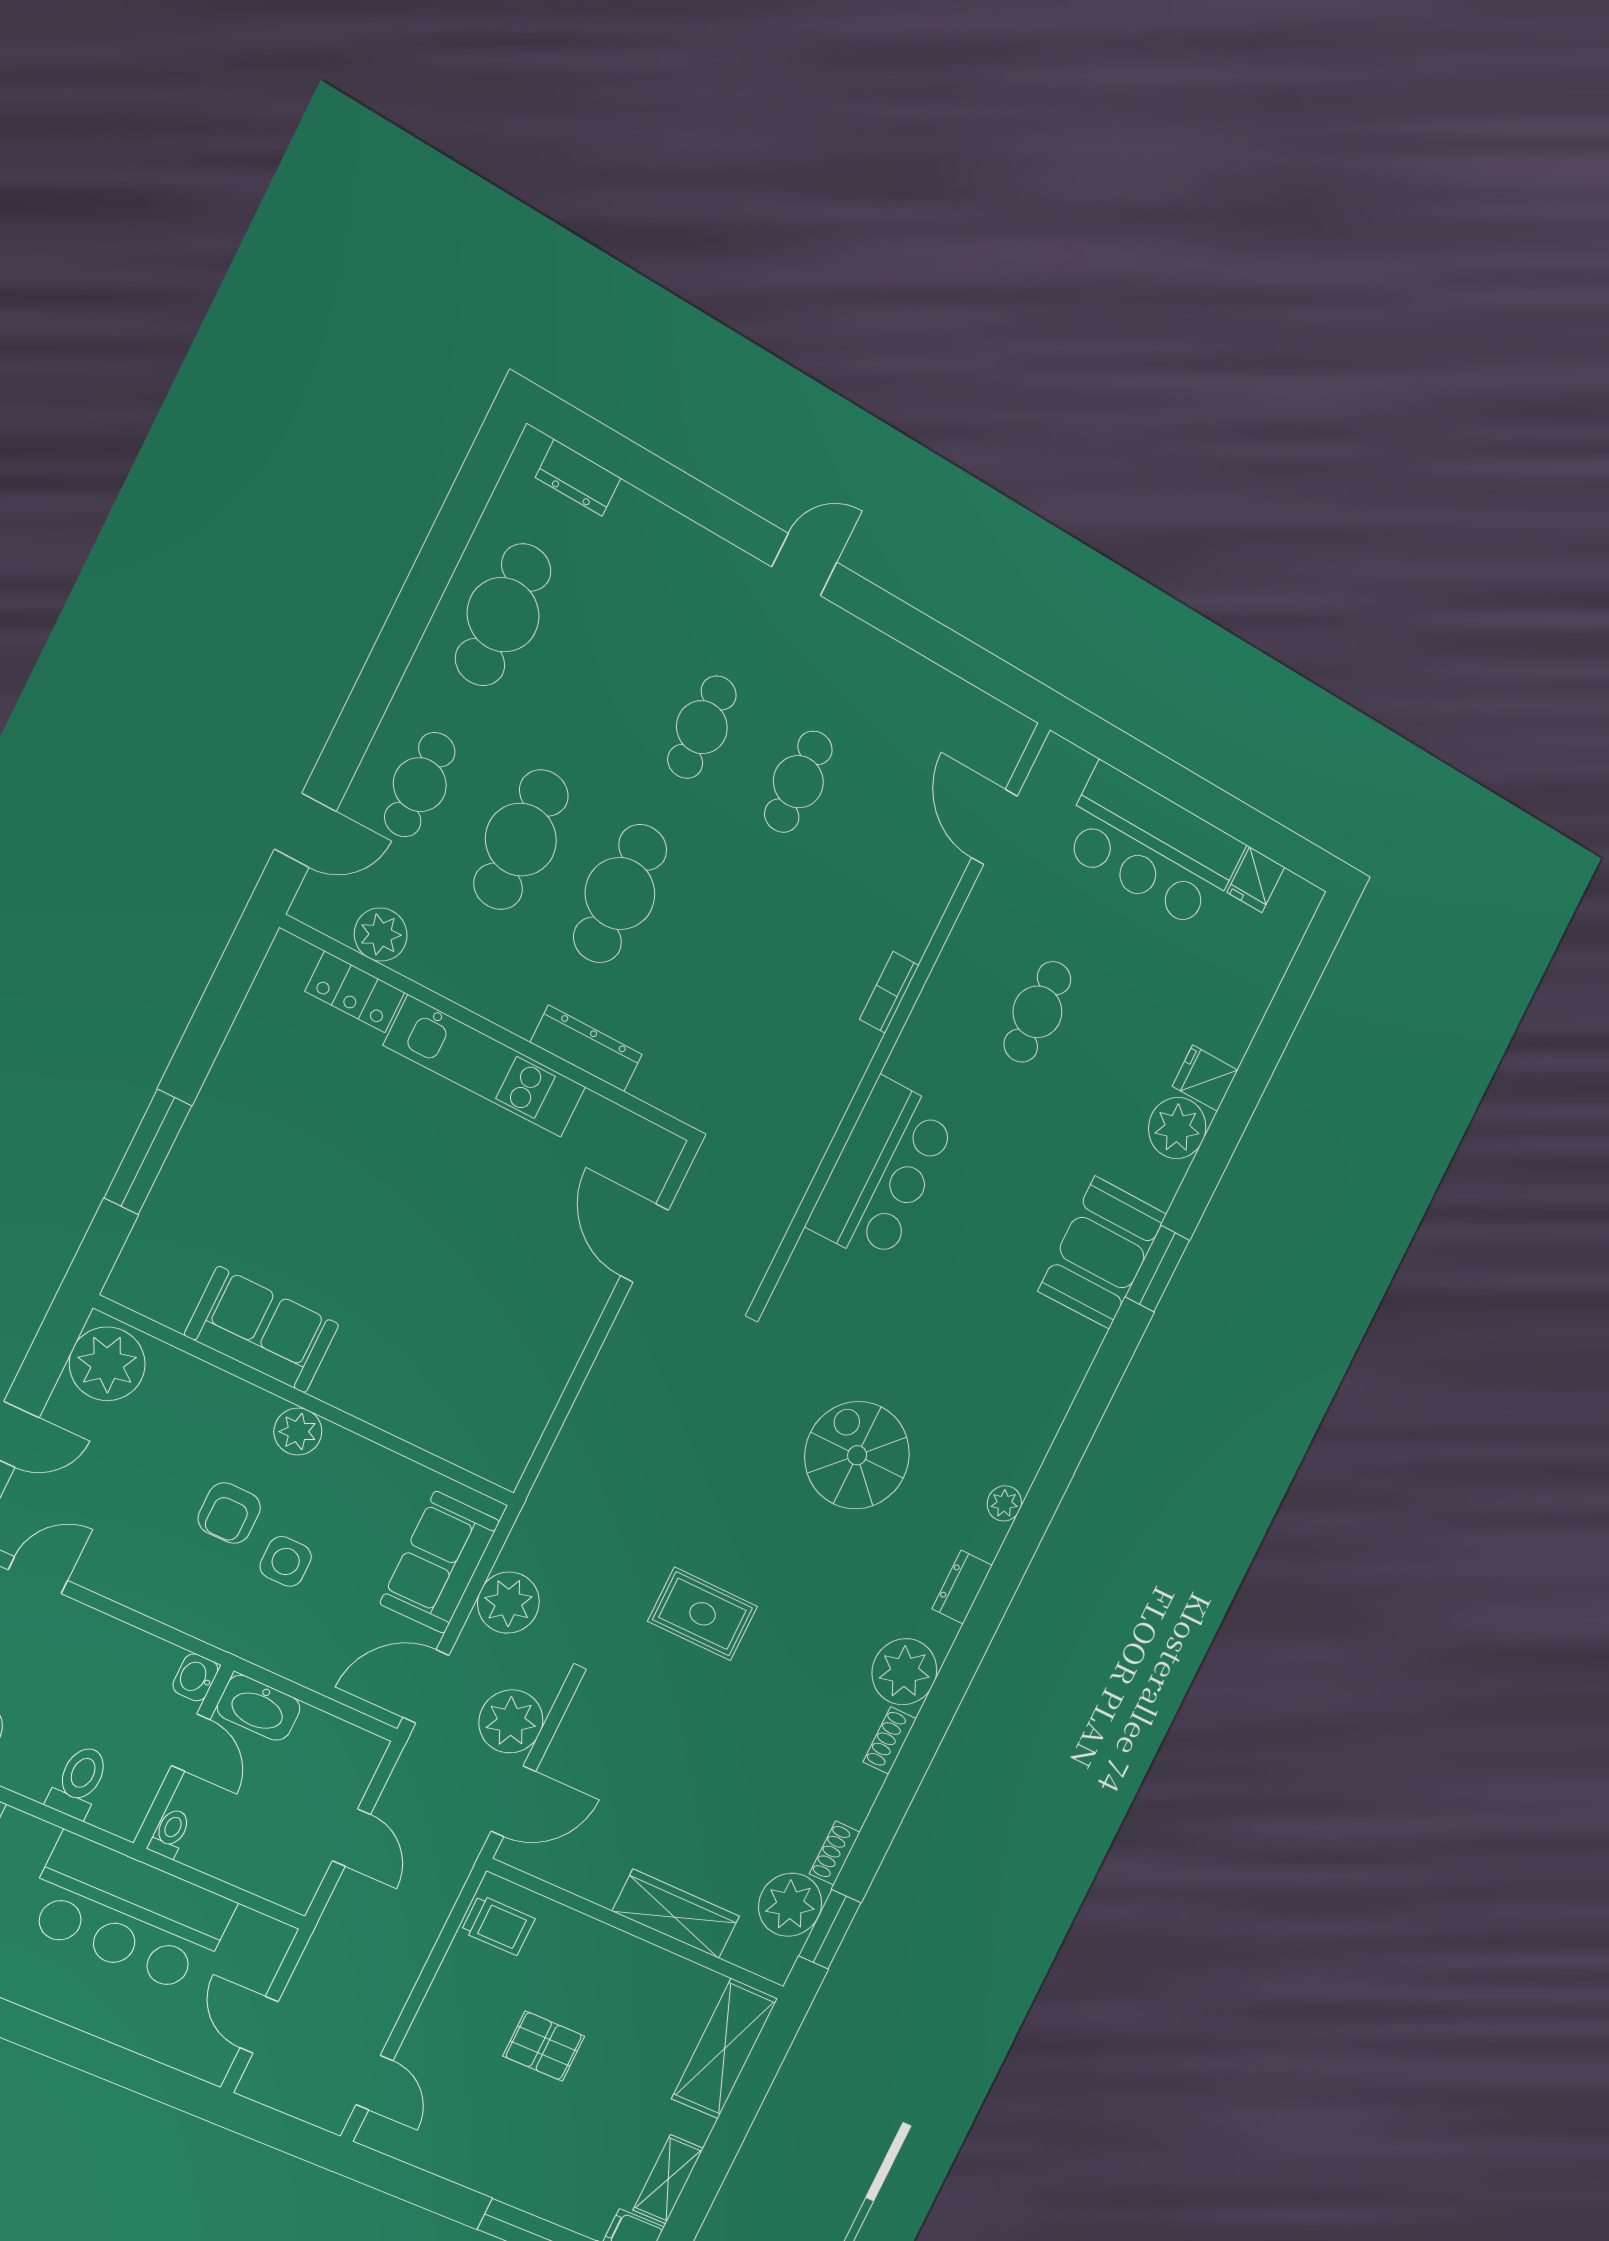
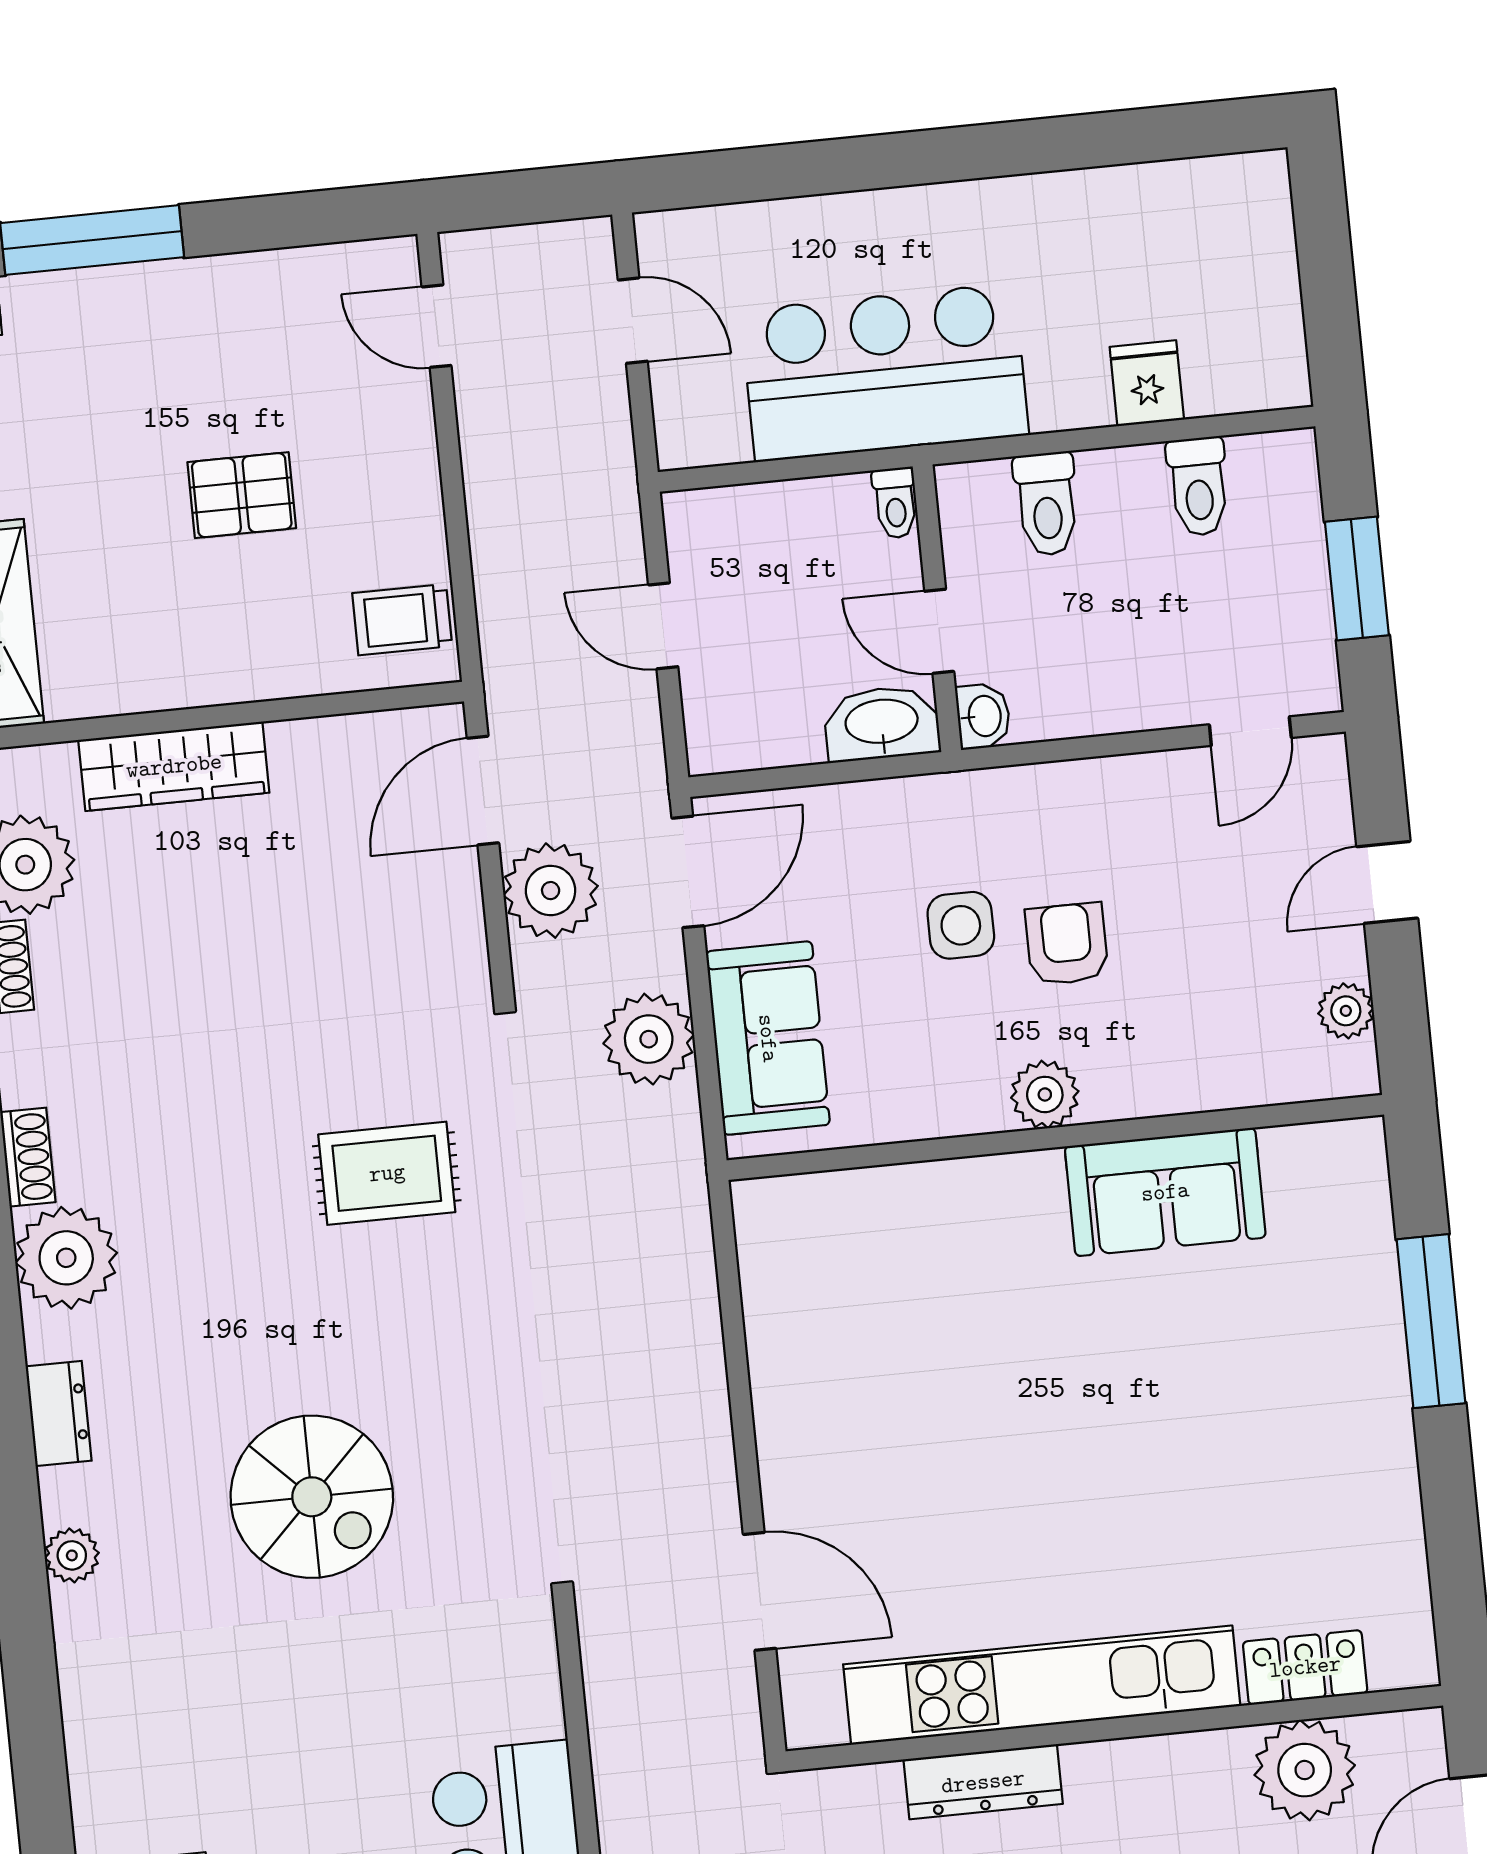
plant: (381, 935) -> (1305, 1770), width x1.36, depth x1.36
kitchen unit: (485, 1066) -> (1042, 1685), width x1.36
plant: (107, 1364) -> (1346, 1011), width x0.53, depth x0.53

